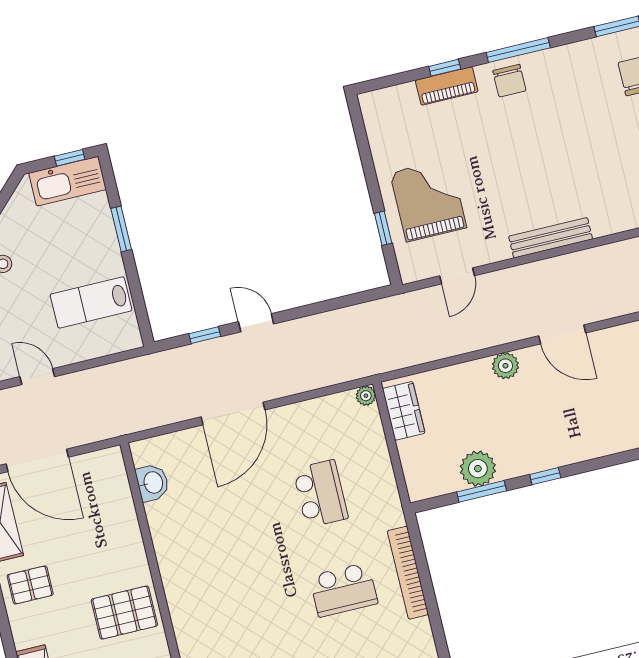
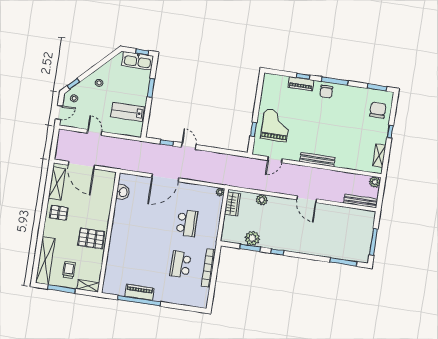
plant: (505, 366) -> (262, 200), moved
school desk: (344, 590) -> (181, 264), turned 90

